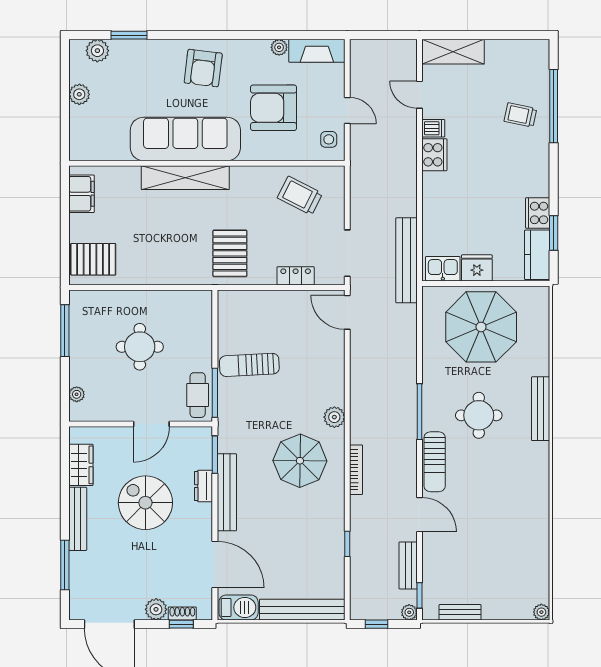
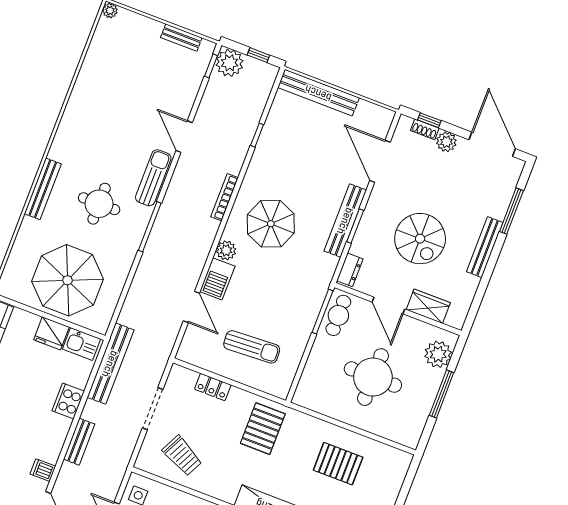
cooker: (434, 155) -> (68, 401), moved
doorway: (347, 253) -> (153, 409), moved
pallet: (93, 259) -> (338, 464), moved
door: (347, 312) -> (191, 307), moved
window: (65, 331) -> (442, 394), moved
round table: (140, 347) -> (373, 377), width x1.36, depth x1.36
sun lounger: (249, 365) -> (252, 347), moved
plant: (77, 394) -> (438, 354), width x1.88, depth x1.88
door: (151, 424) -> (388, 305), swing flipped
window: (215, 455) -> (355, 226), moved
wardrobe: (81, 465) -> (428, 306), moved, turned 90
dresser: (204, 486) -> (350, 270), moved
bench: (408, 565) -> (79, 442), moved
barbecue: (239, 607) -> (217, 279), moved, turned -90
plant: (409, 612) -> (230, 63), width x1.88, depth x1.88

